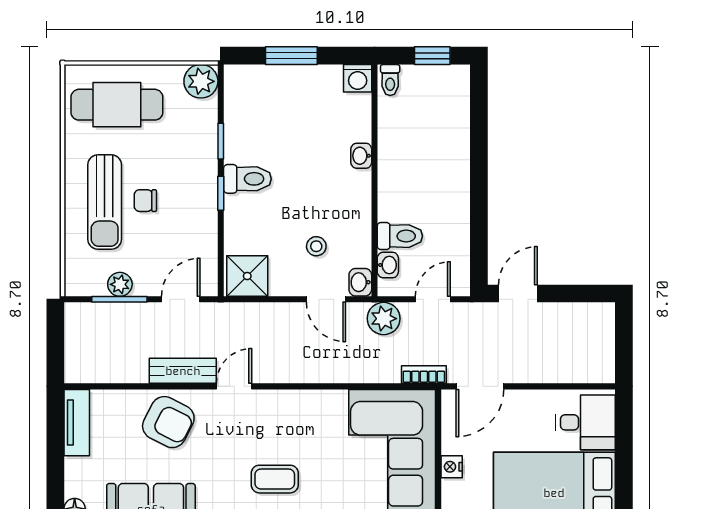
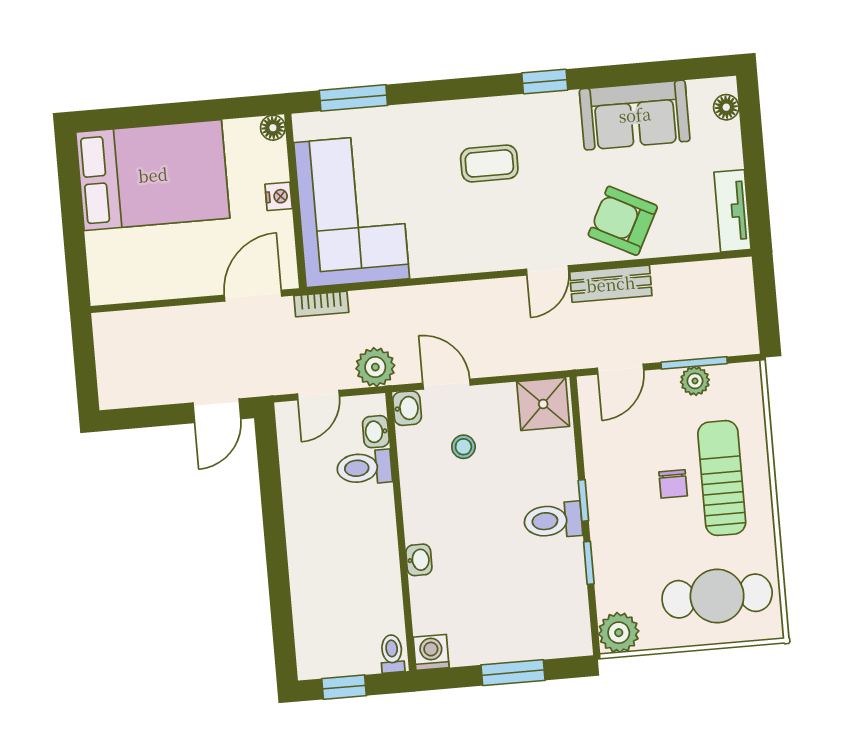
chair: (145, 201) -> (673, 484), turned 90
desk: (585, 422) -> (123, 263), removed

